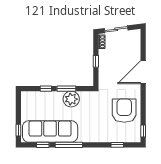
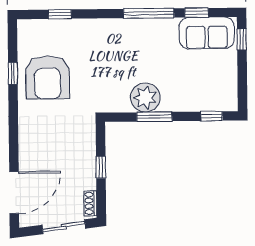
door: (143, 72) -> (14, 193), moved
window: (46, 89) -> (212, 116), moved
sofa: (50, 131) -> (207, 33), width x0.54, depth x0.79
window: (143, 131) -> (13, 73), moved

